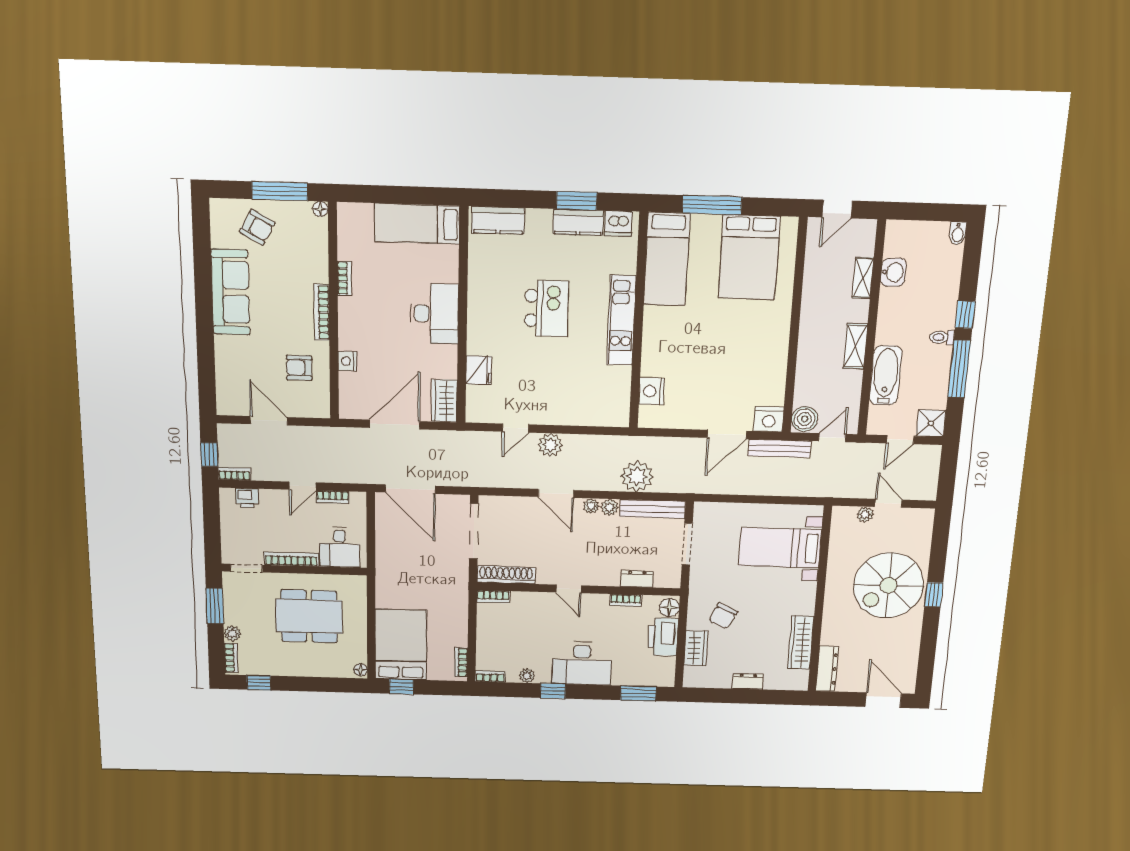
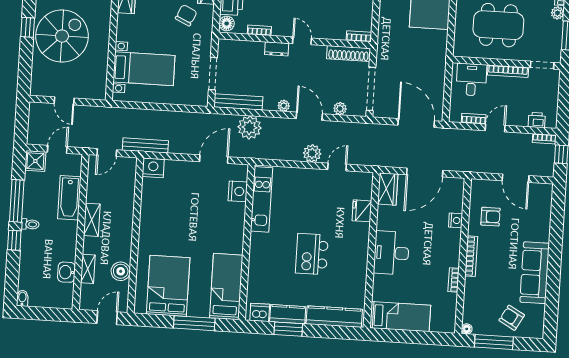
kitchen counter: (498, 220) -> (334, 317), width x1.50
kitchen unit: (621, 320) -> (262, 199), moved
boiler: (805, 419) -> (121, 271), moved
door: (727, 434) -> (214, 159), moved
plant: (609, 507) -> (340, 109), moved
plant: (865, 514) -> (81, 93), removed
dresser: (637, 579) -> (277, 49), moved

